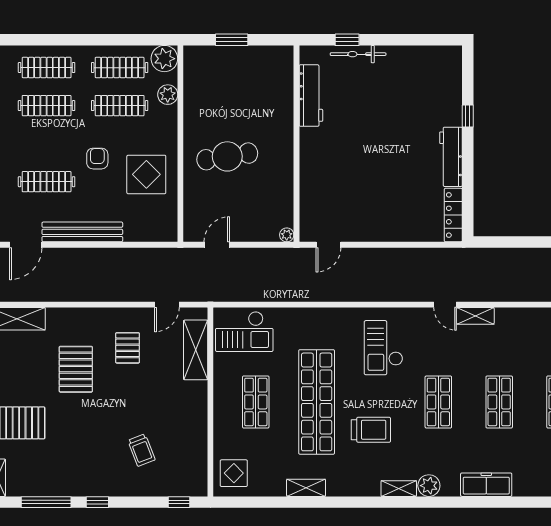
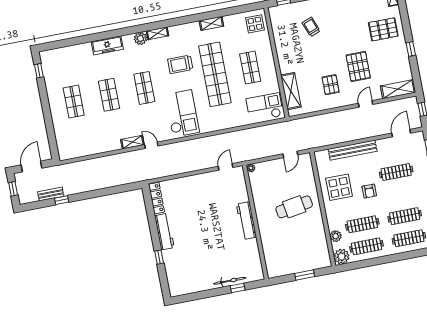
workbench: (311, 96) -> (246, 221), moved
bench: (82, 232) -> (353, 150), moved
door: (167, 305) -> (366, 104), moved
checkout: (384, 348) -> (182, 113), width x1.36, depth x1.21

